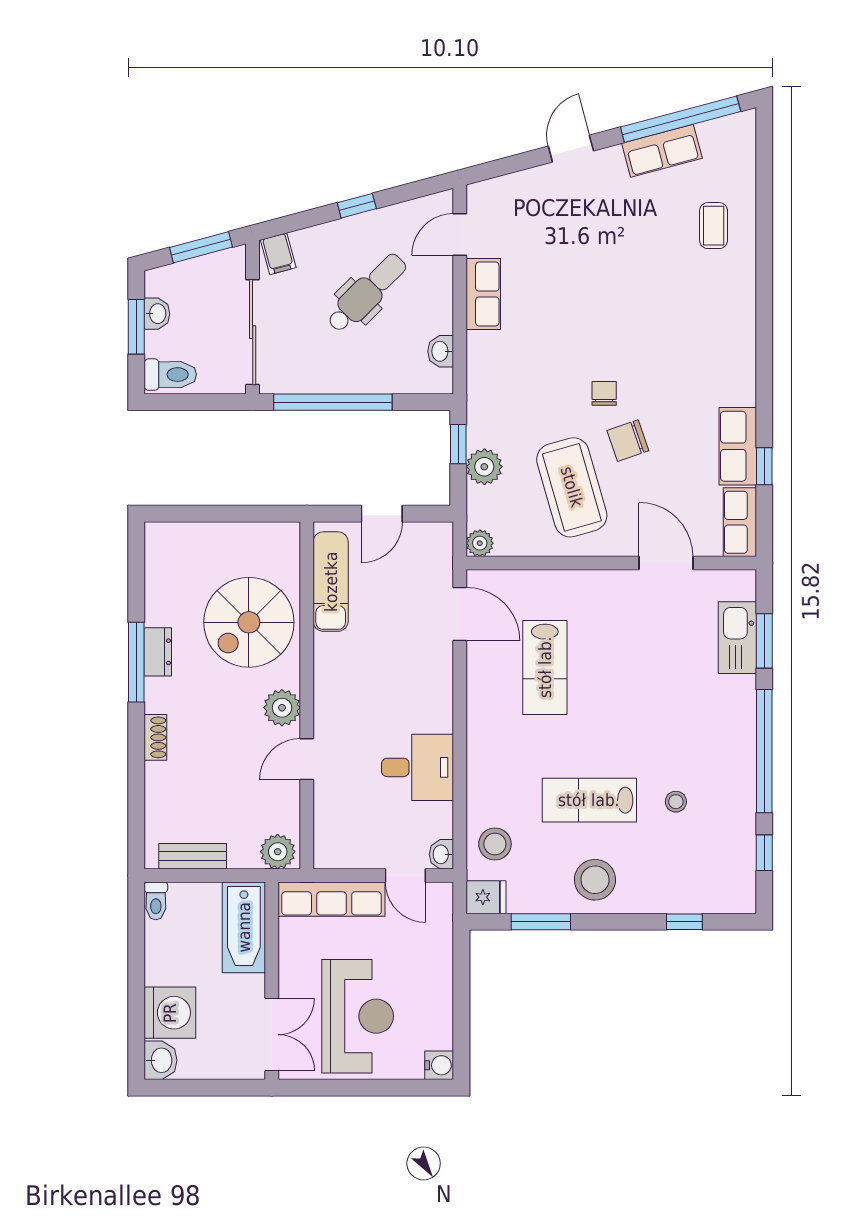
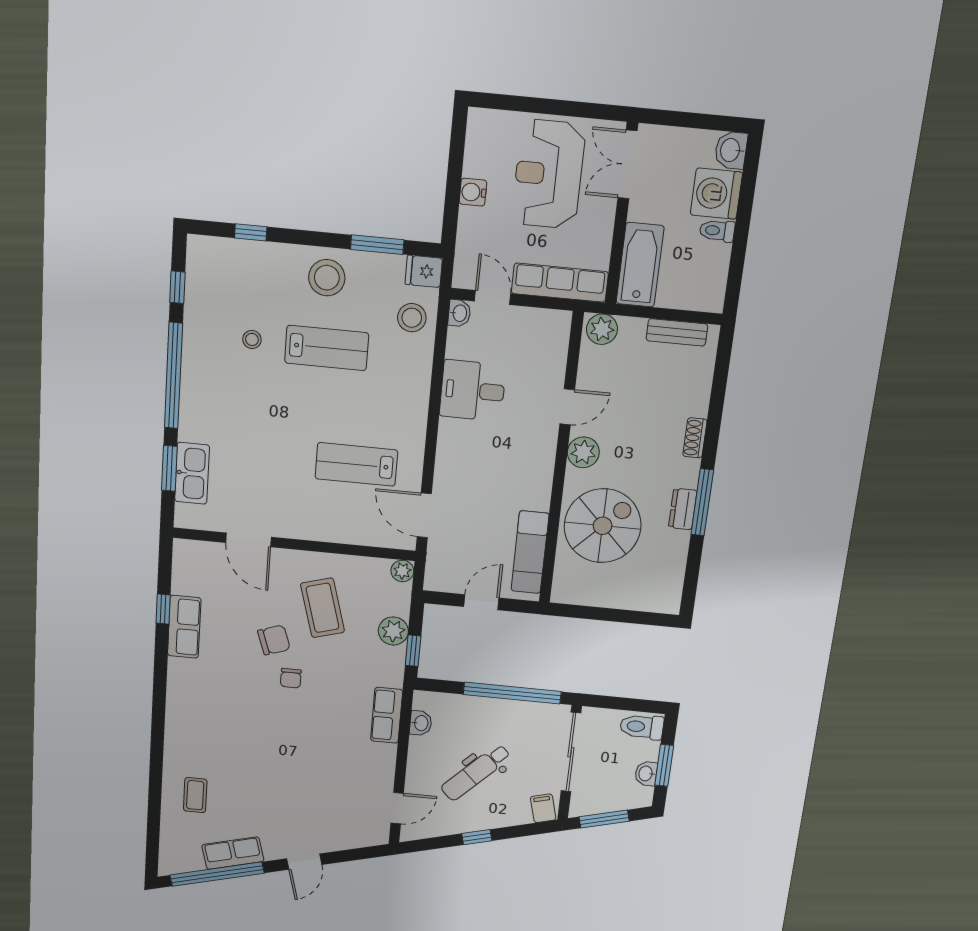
row of seats: (483, 294) -> (387, 715), moved
coffee table: (572, 487) -> (323, 608), width x0.73, depth x0.76
row of seats: (740, 522) -> (185, 567), removed
lab bench: (545, 667) -> (356, 464), turned -90
toilet: (156, 901) -> (717, 231), moved, turned -90
water cooler: (439, 1065) -> (473, 192), moved

